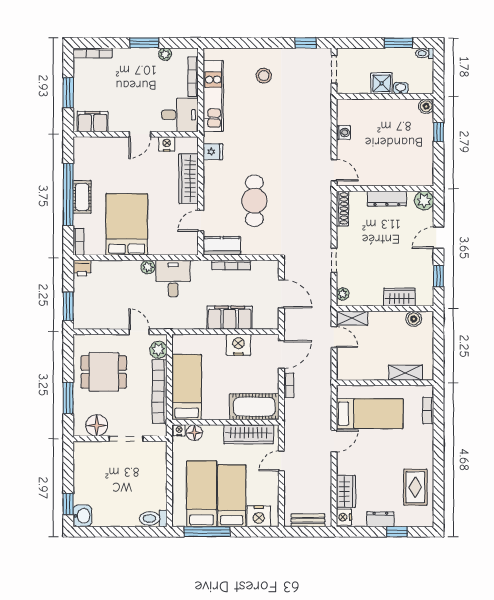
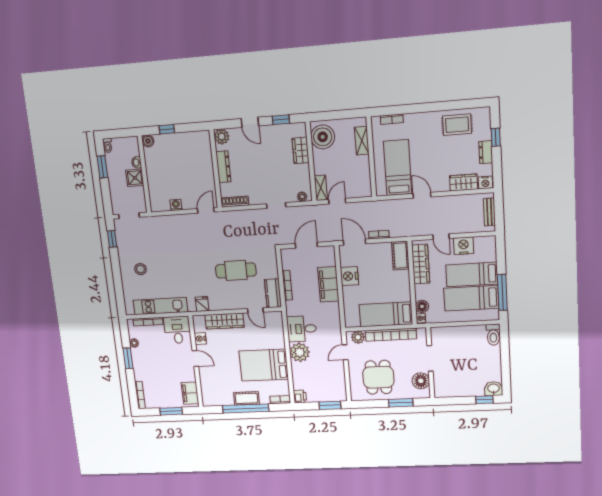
plant: (148, 267) -> (300, 352), width x1.88, depth x1.88
boiler: (414, 319) -> (323, 137), width x1.86, depth x1.86
cot: (254, 407) -> (400, 255), width x0.73, depth x0.75
nightstand: (259, 516) -> (464, 246), moved, turned -90

